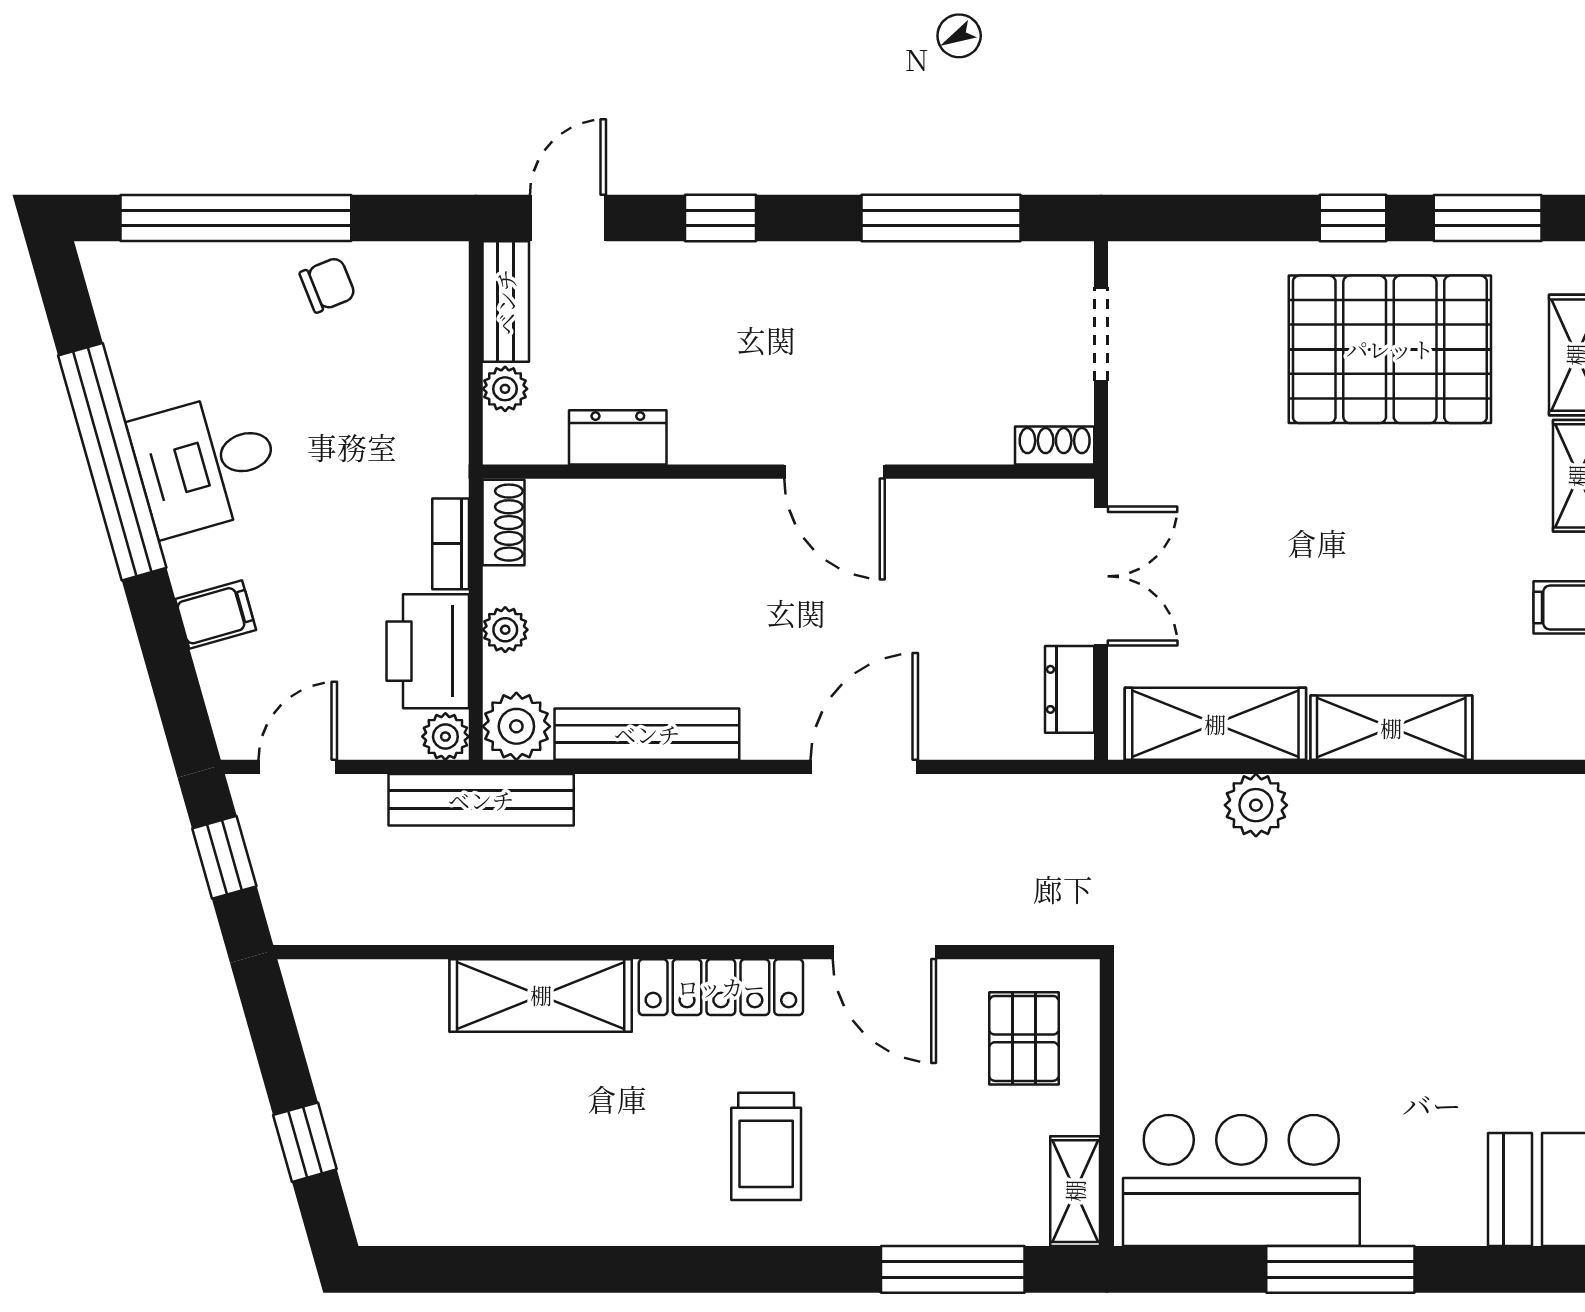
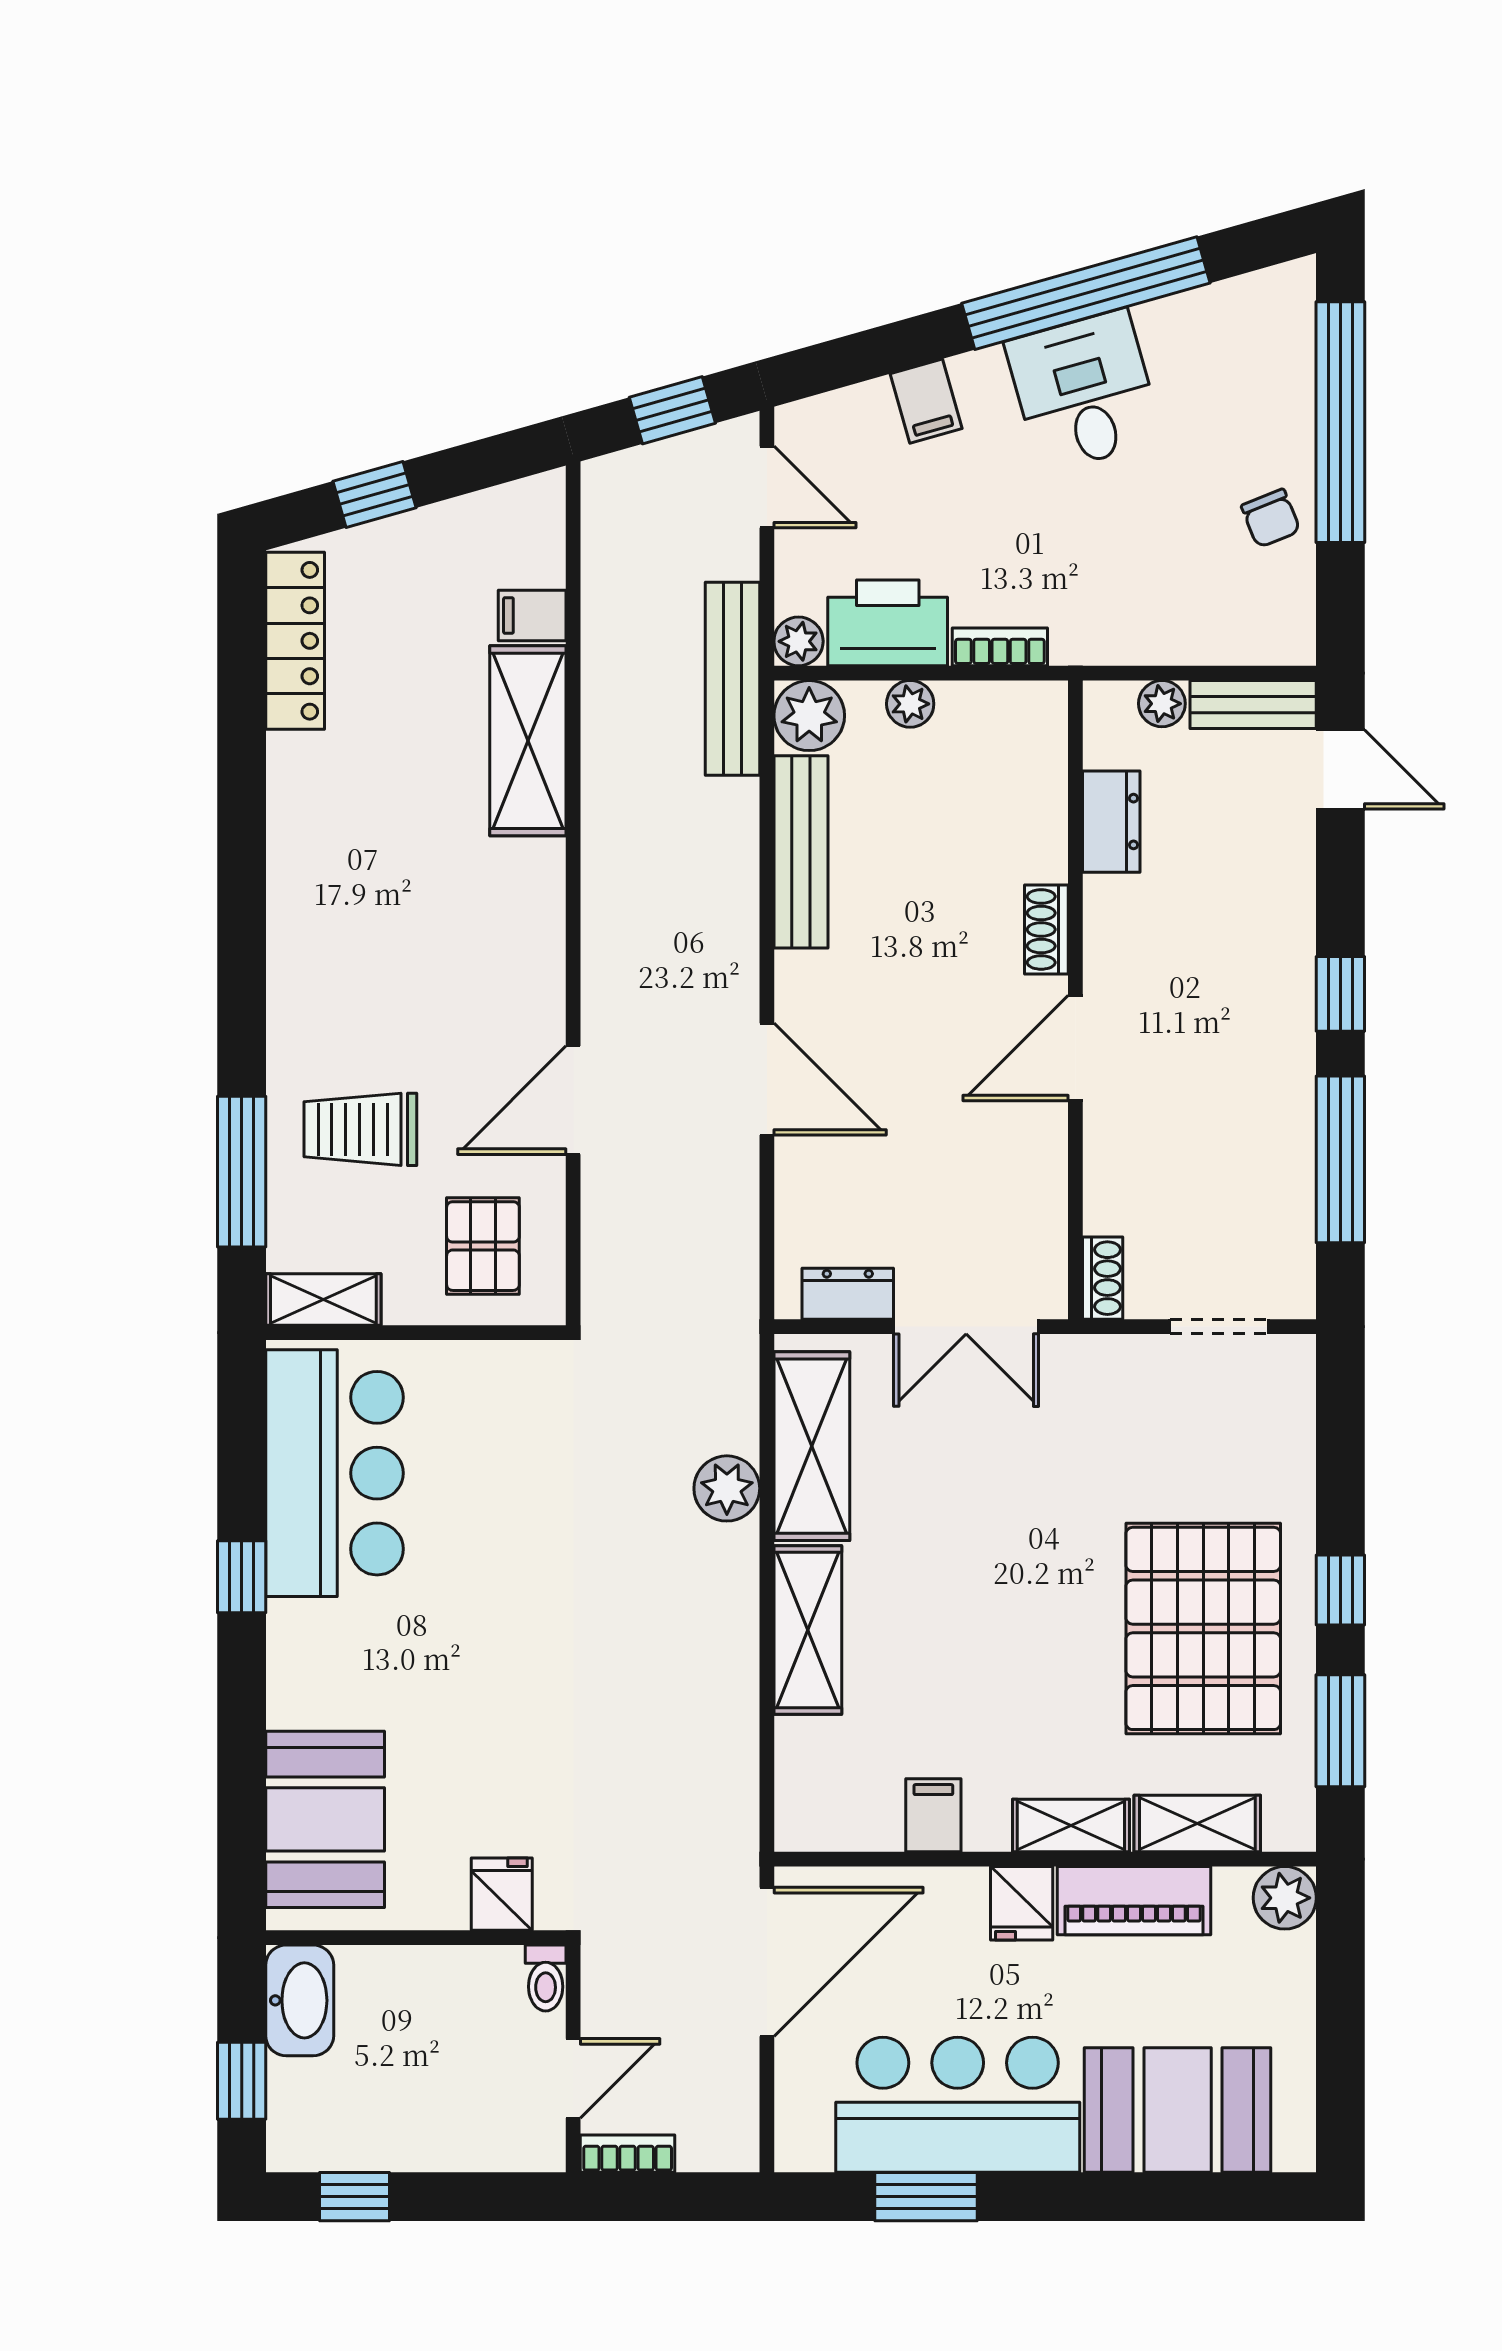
window: (720, 218) -> (1340, 994), moved
shoe rack: (504, 523) -> (1046, 929), moved, turned 90
locker: (721, 987) -> (295, 641), moved, turned 180
filing cabinet: (421, 991) -> (532, 615), added
pallet: (1024, 1038) -> (483, 1246), turned 90
trolley: (766, 1146) -> (360, 1129), moved
window: (1340, 1269) -> (242, 1577), width x0.46

